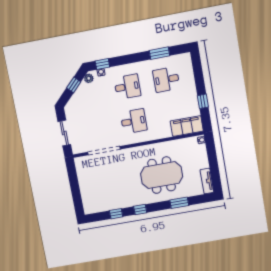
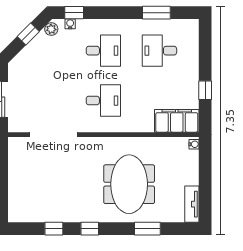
meeting table: (162, 175) -> (129, 184), turned 90

